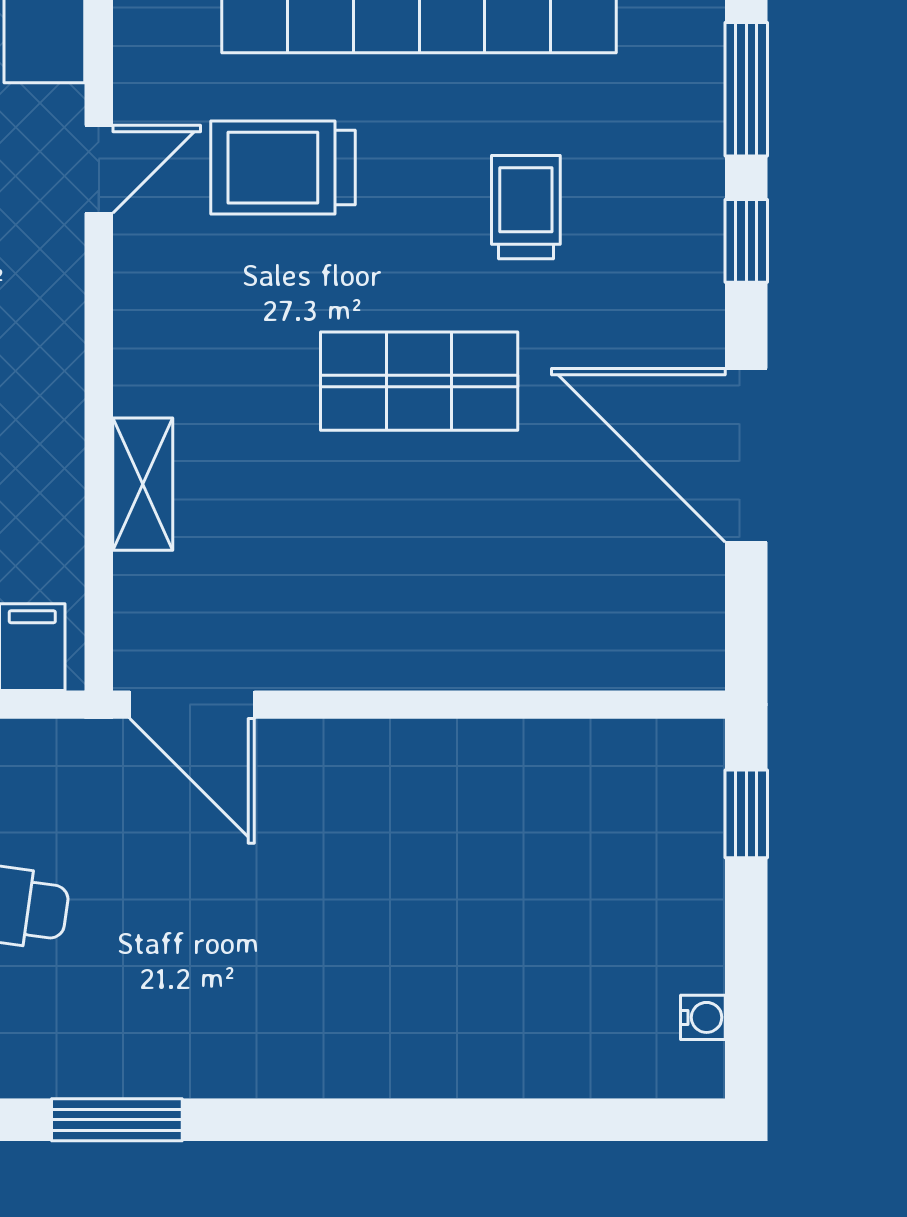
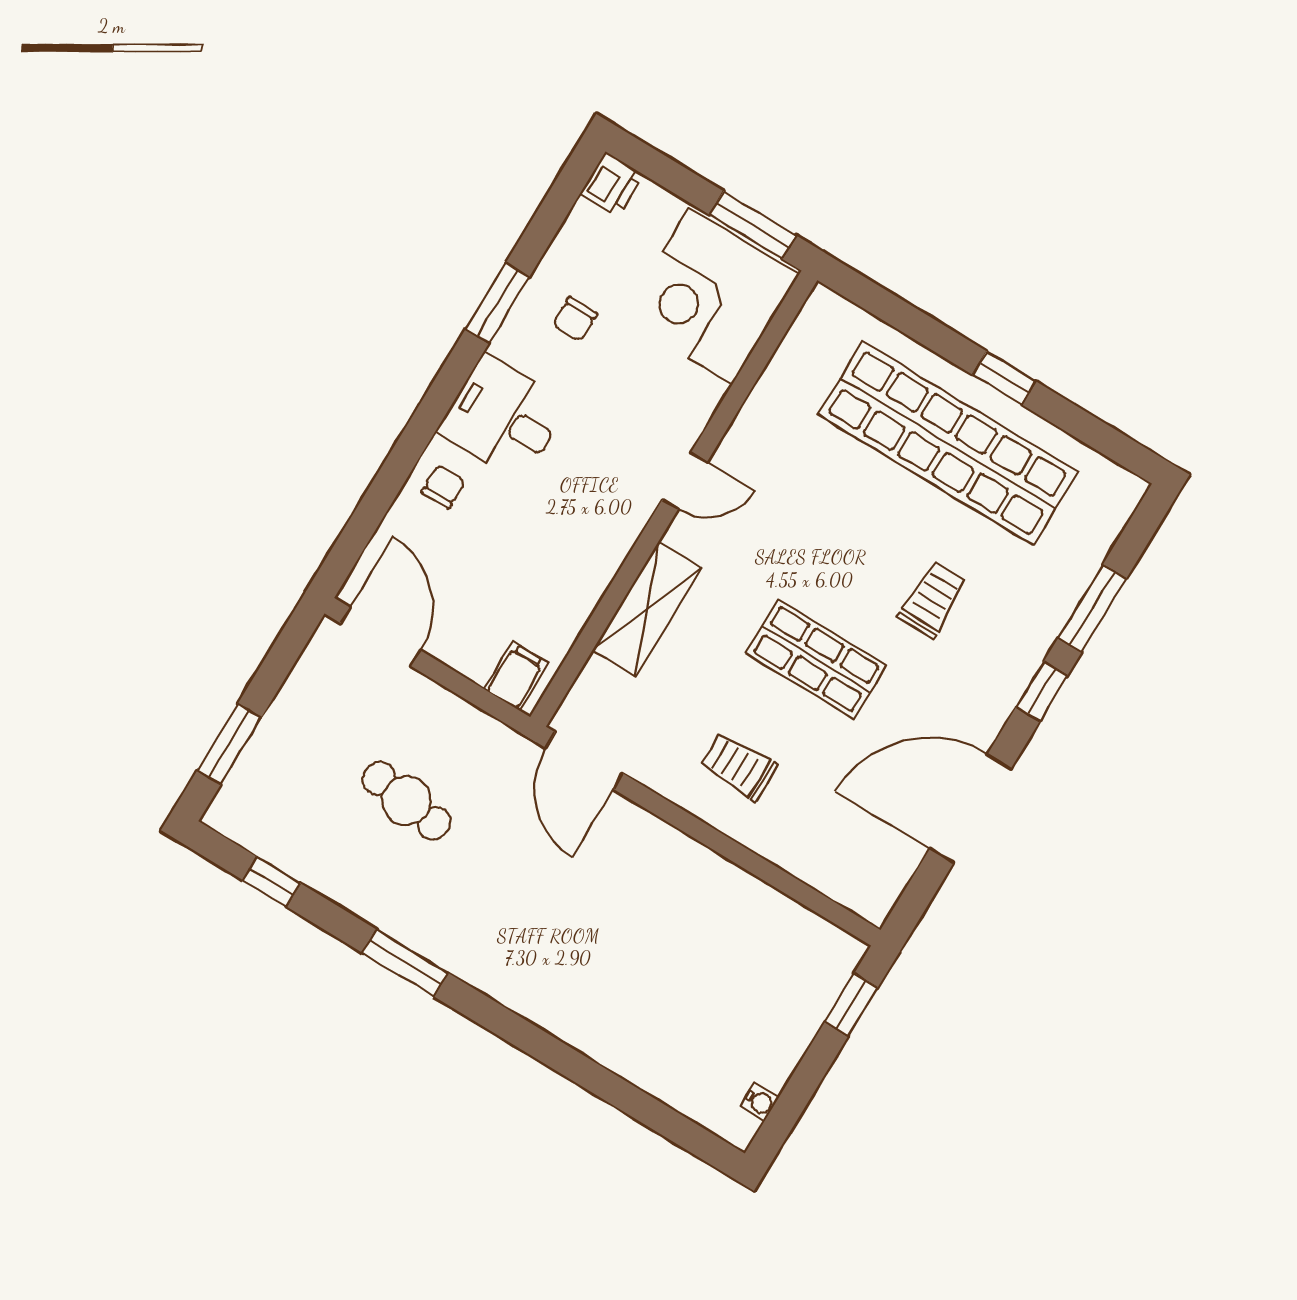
trolley: (283, 168) -> (739, 766), moved, width x0.73, depth x0.72
door: (99, 169) -> (685, 481), moved
door: (746, 455) -> (970, 809), hinge flipped
shelving: (143, 484) -> (647, 609), width x1.50, depth x1.33

